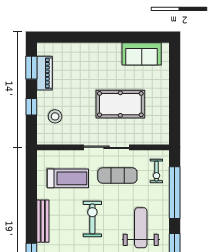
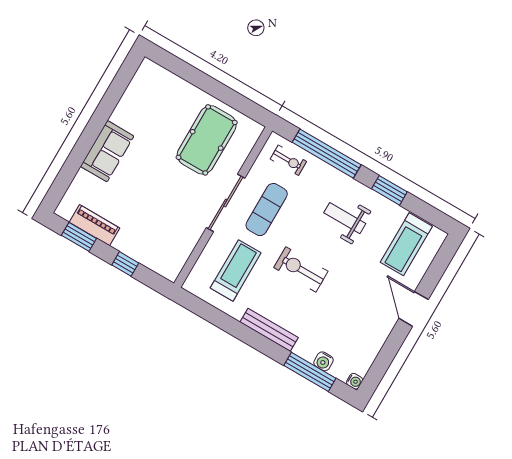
sofa: (142, 54) -> (107, 151), moved
pool table: (120, 104) -> (207, 140), moved
stool: (55, 116) -> (153, 243), removed
weight bench: (141, 228) -> (345, 218), width x0.73, depth x0.75

